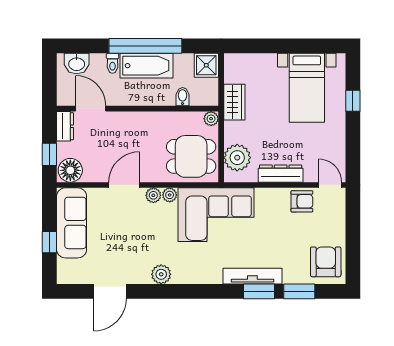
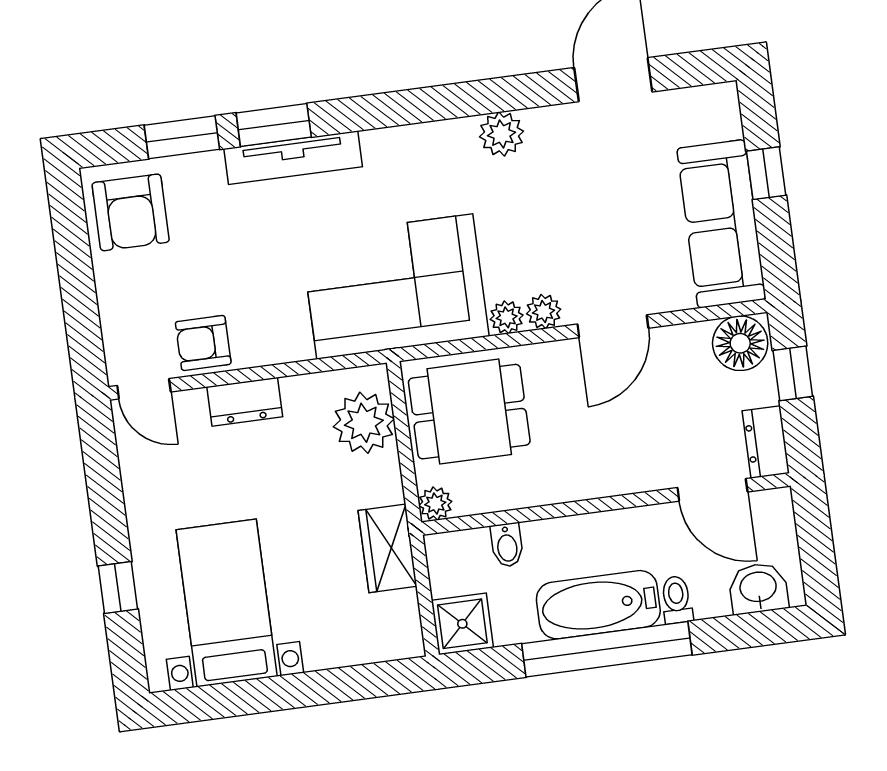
dresser: (281, 174) -> (245, 402), width x0.70

